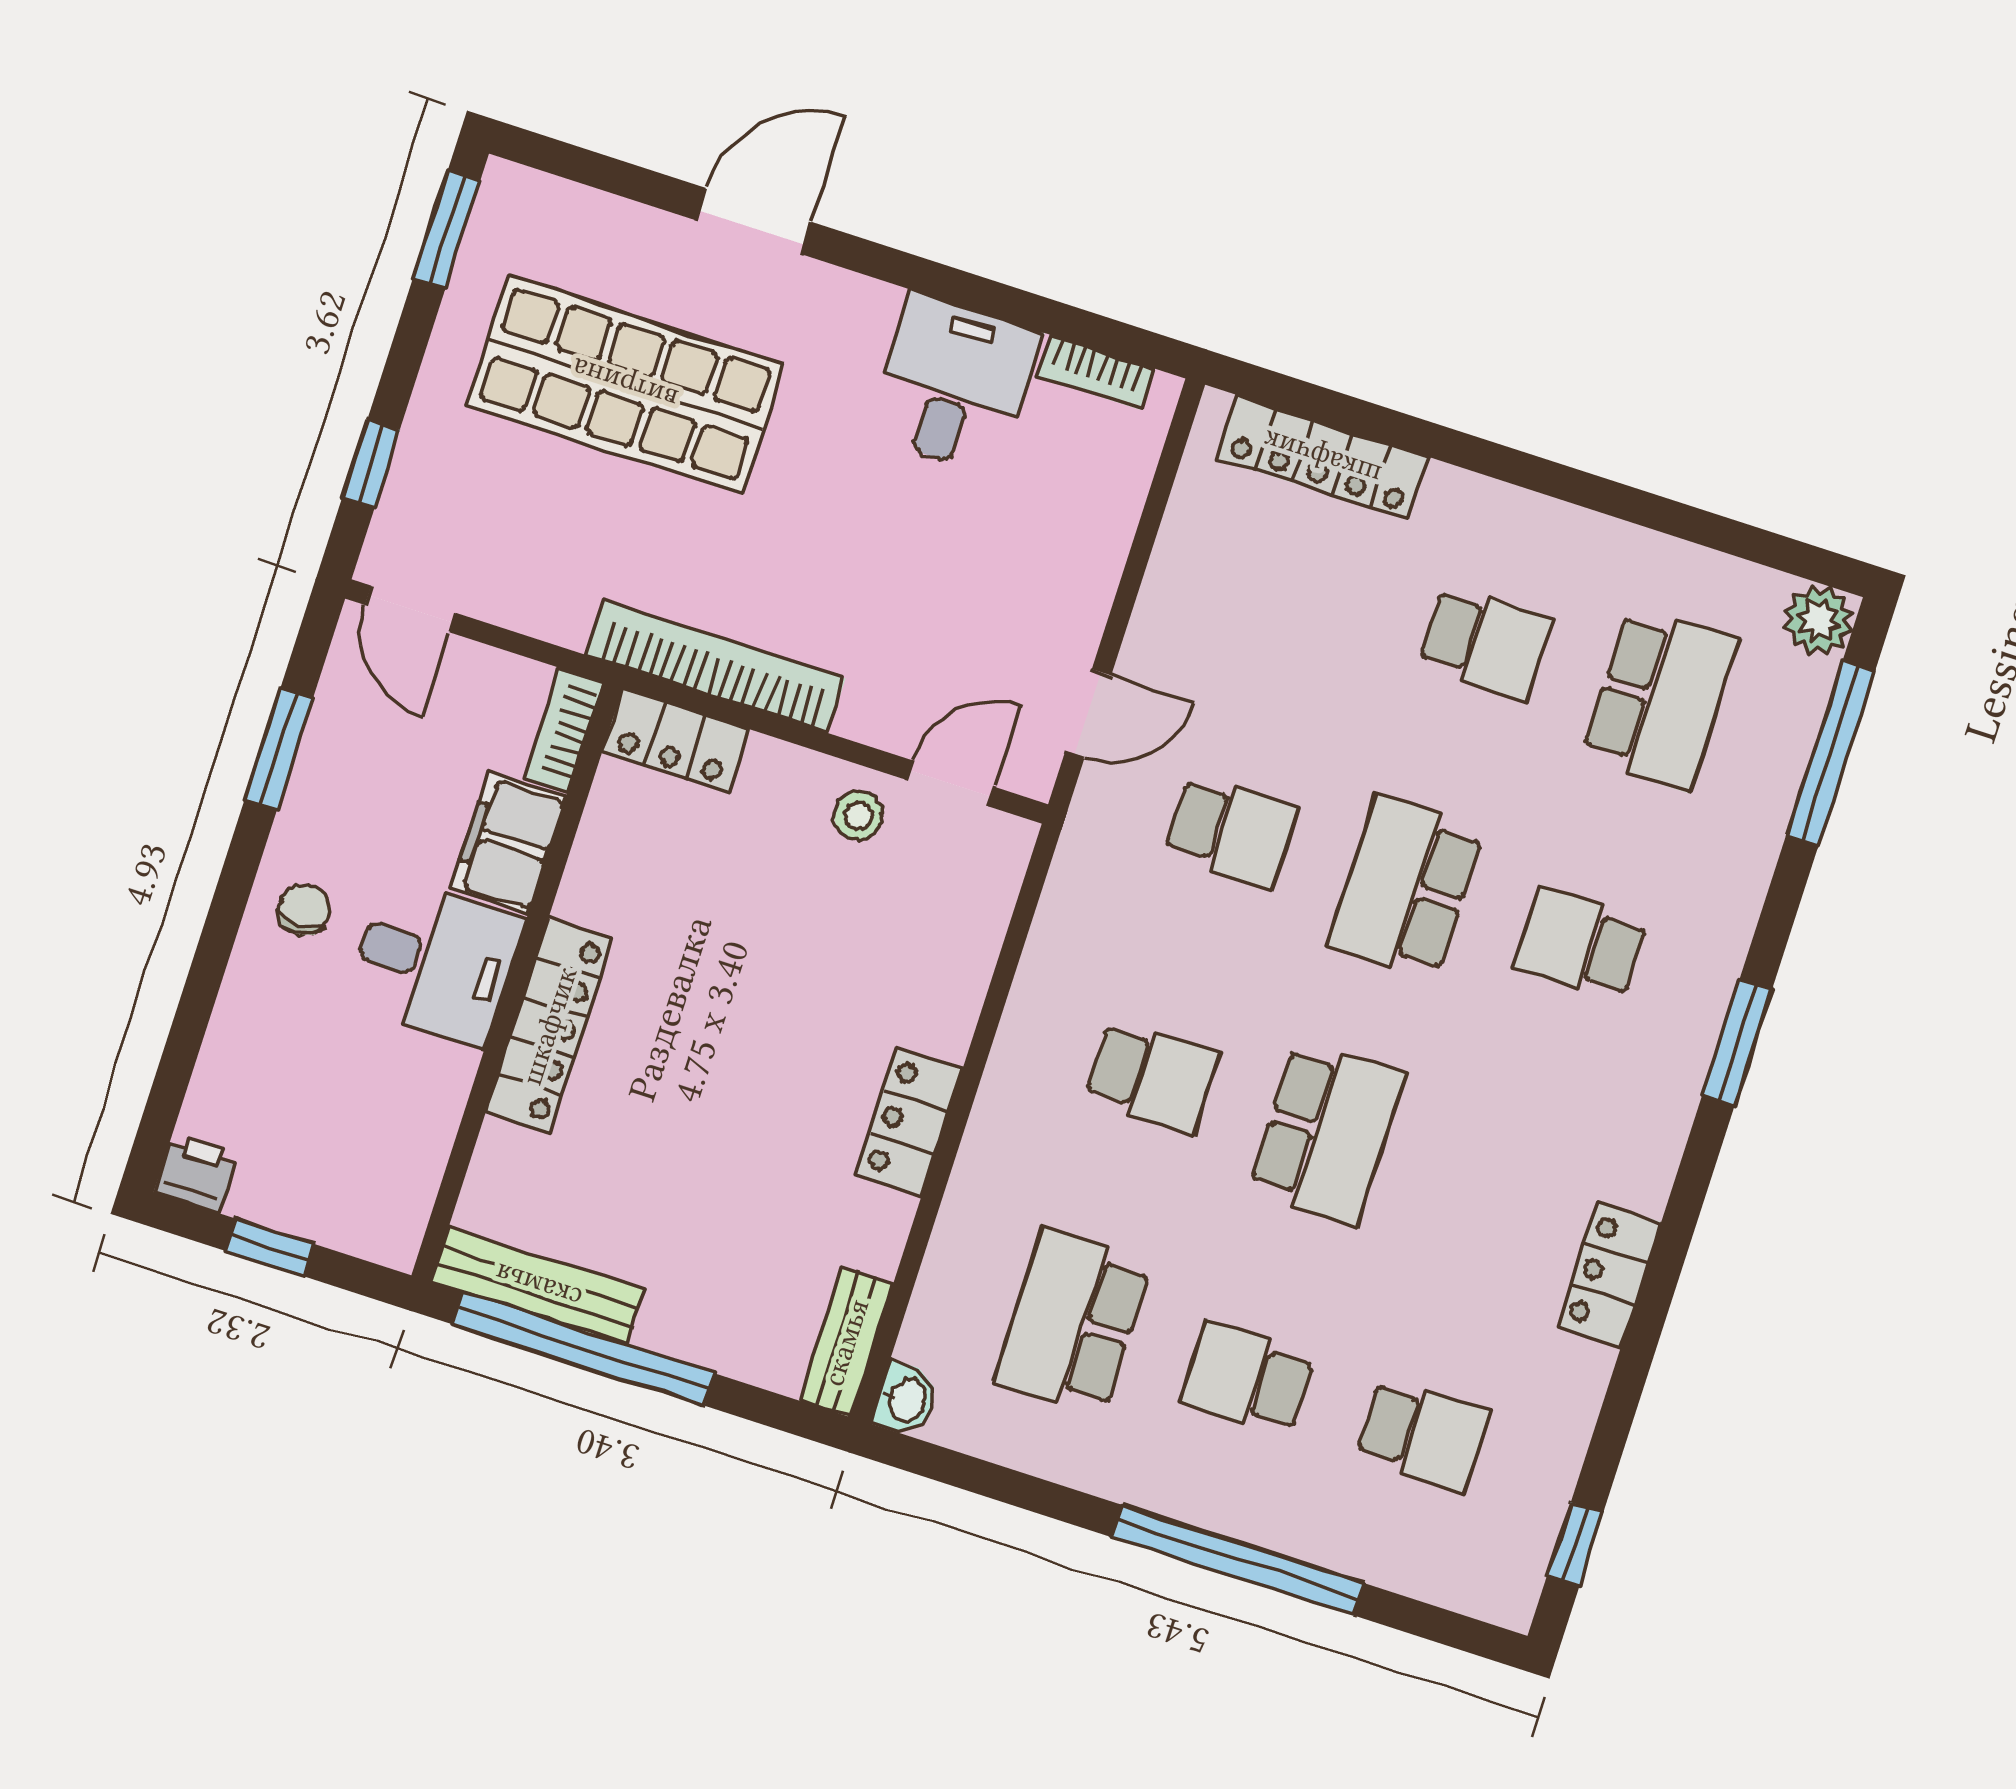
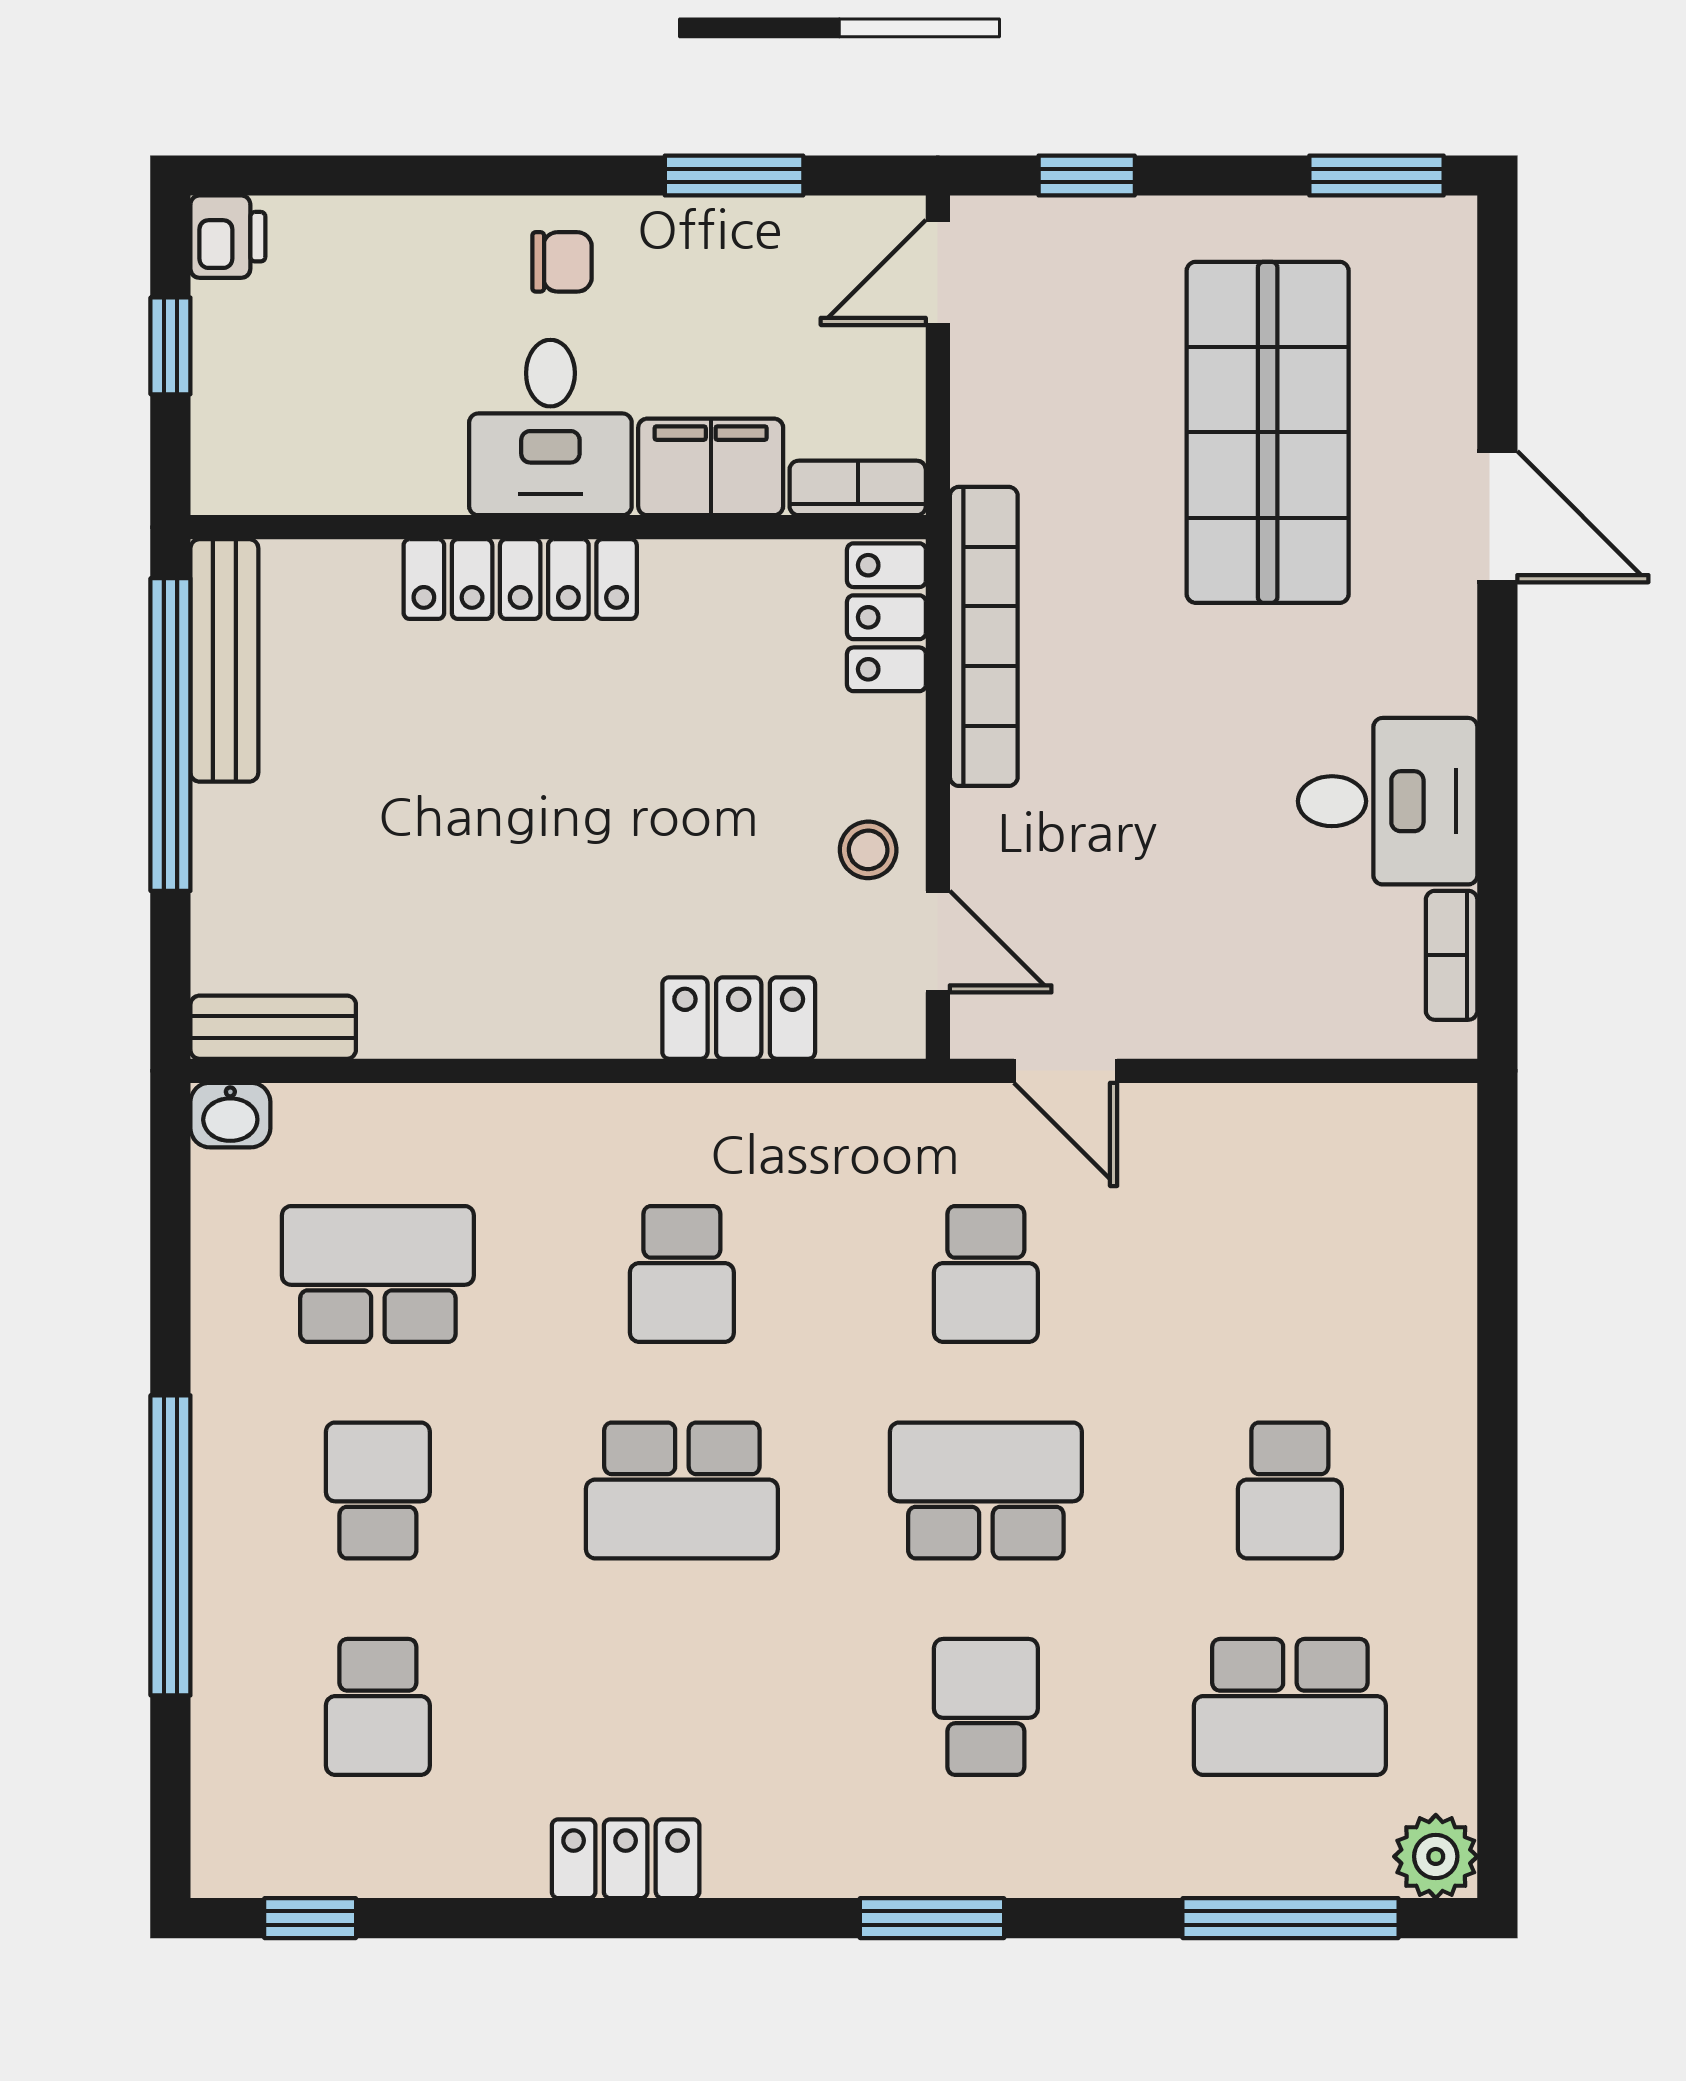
locker: (1322, 458) -> (1438, 1241), removed
locker: (909, 1122) -> (739, 1018), moved

